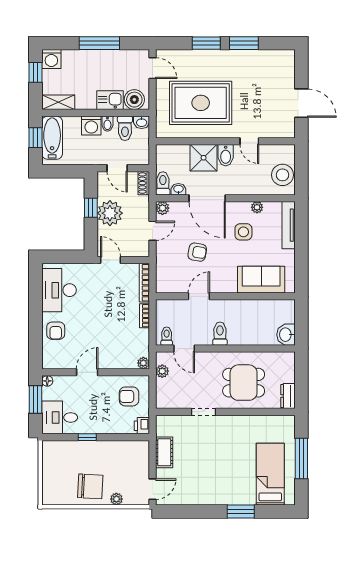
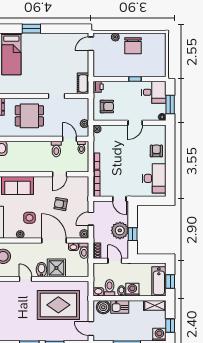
toilet: (220, 334) -> (56, 149), moved
cot: (164, 452) -> (83, 83), moved
chair: (90, 486) -> (133, 46), turned -93

